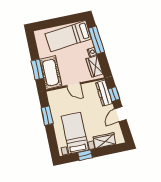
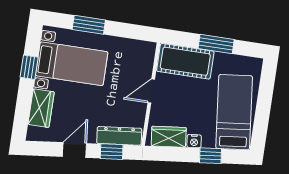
window: (96, 40) -> (211, 156), width x0.46
window: (37, 69) -> (216, 44), moved
door: (120, 114) -> (74, 150), hinge flipped
window: (47, 116) -> (89, 25), moved

